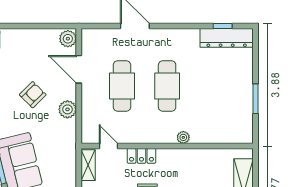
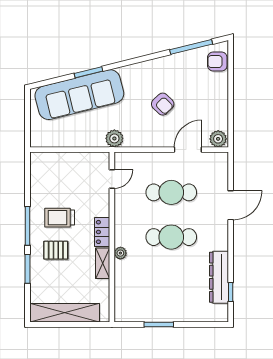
dresser: (227, 38) -> (219, 277), moved
plant: (67, 109) -> (114, 138), moved
locker: (141, 156) -> (102, 232), moved
shelving: (88, 165) -> (103, 263), moved, turned 90

